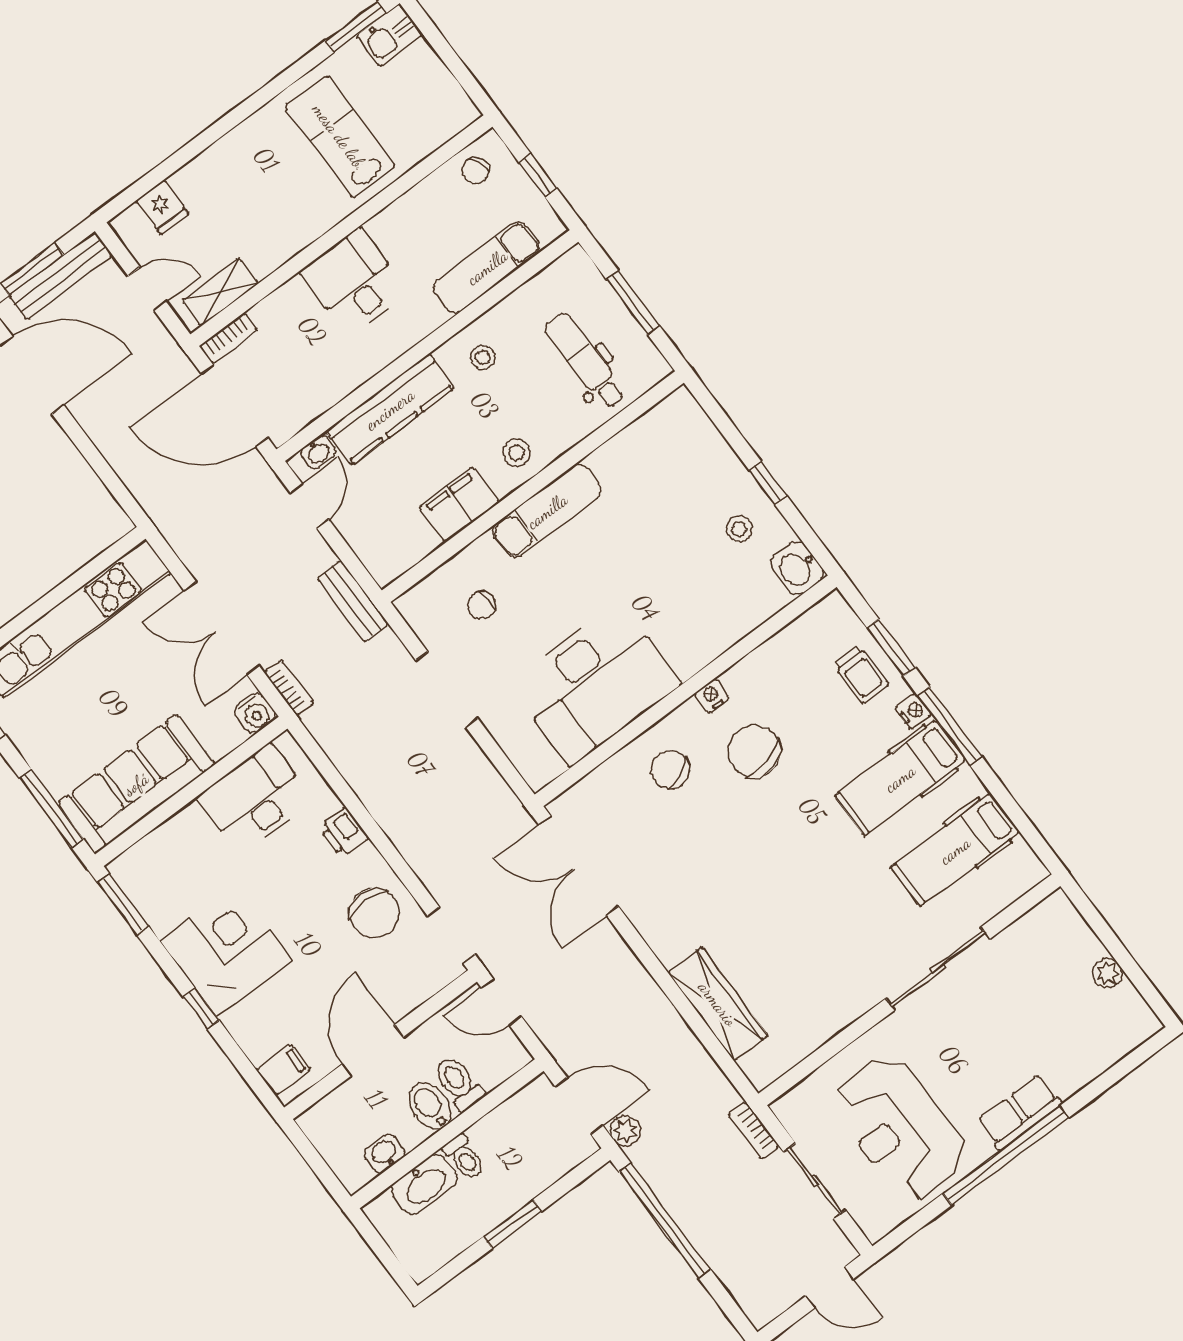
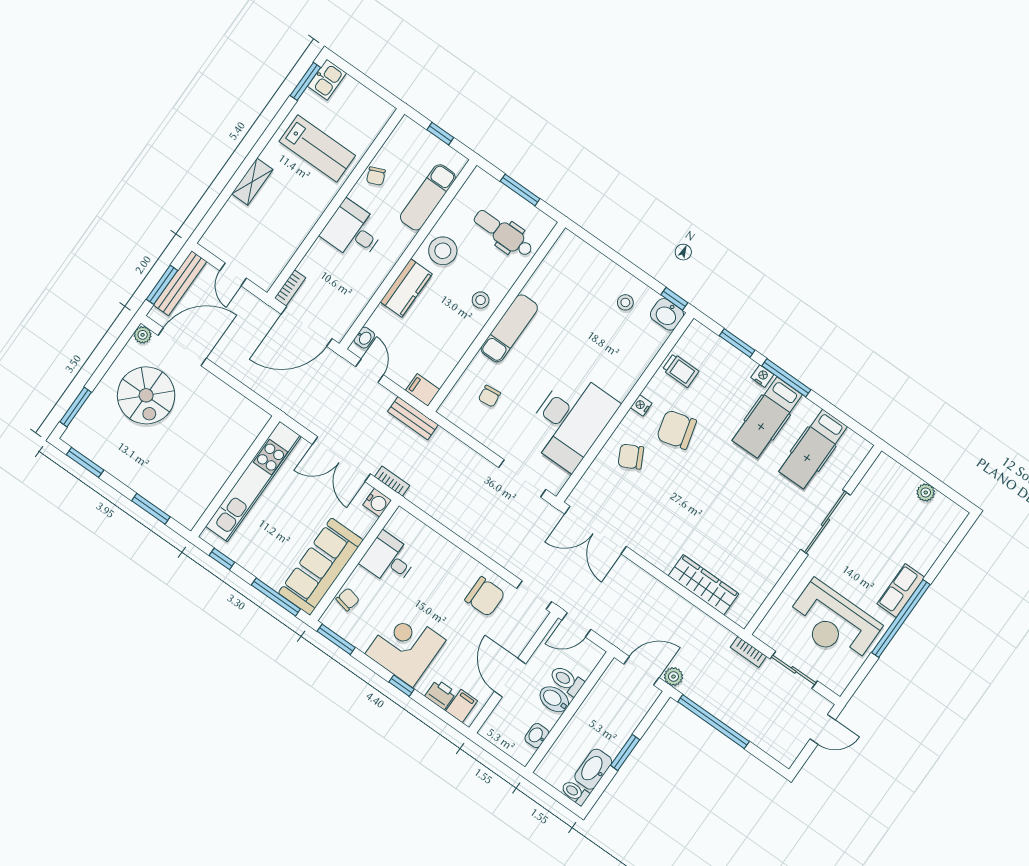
lab bench: (340, 137) -> (317, 149), turned 180
chair: (476, 170) -> (376, 176), moved
fridge: (162, 207) -> (226, 224), removed
door: (147, 289) -> (233, 274), swing flipped
shelving: (220, 292) -> (252, 182), moved
stool: (483, 357) -> (443, 251), width x1.89, depth x1.89
kitchen counter: (390, 409) -> (406, 288), width x0.67
window: (768, 483) -> (674, 299), moved
filing cabinet: (459, 505) -> (423, 390), moved, width x0.50
trolley: (861, 675) -> (681, 370), moved
doorway: (447, 689) -> (522, 478), moved
desk: (255, 799) -> (389, 559), width x0.73
printer: (343, 833) -> (441, 694), moved, turned 180
chair: (161, 848) -> (348, 599), added
toilet: (464, 1157) -> (575, 793), moved, turned 180
washbasin: (424, 1184) -> (593, 769), moved, turned 180

